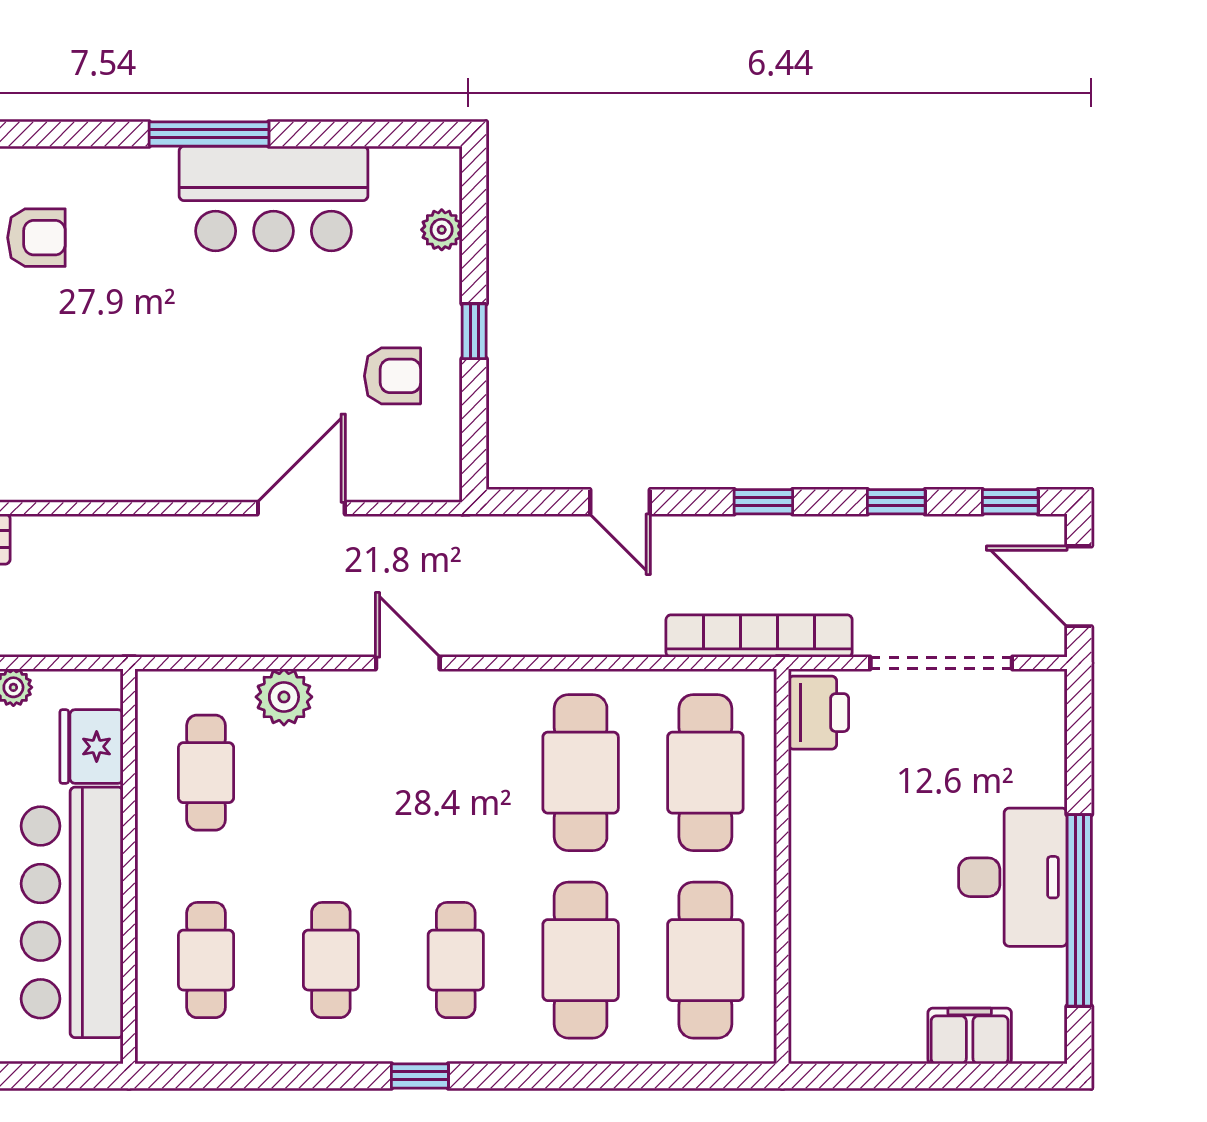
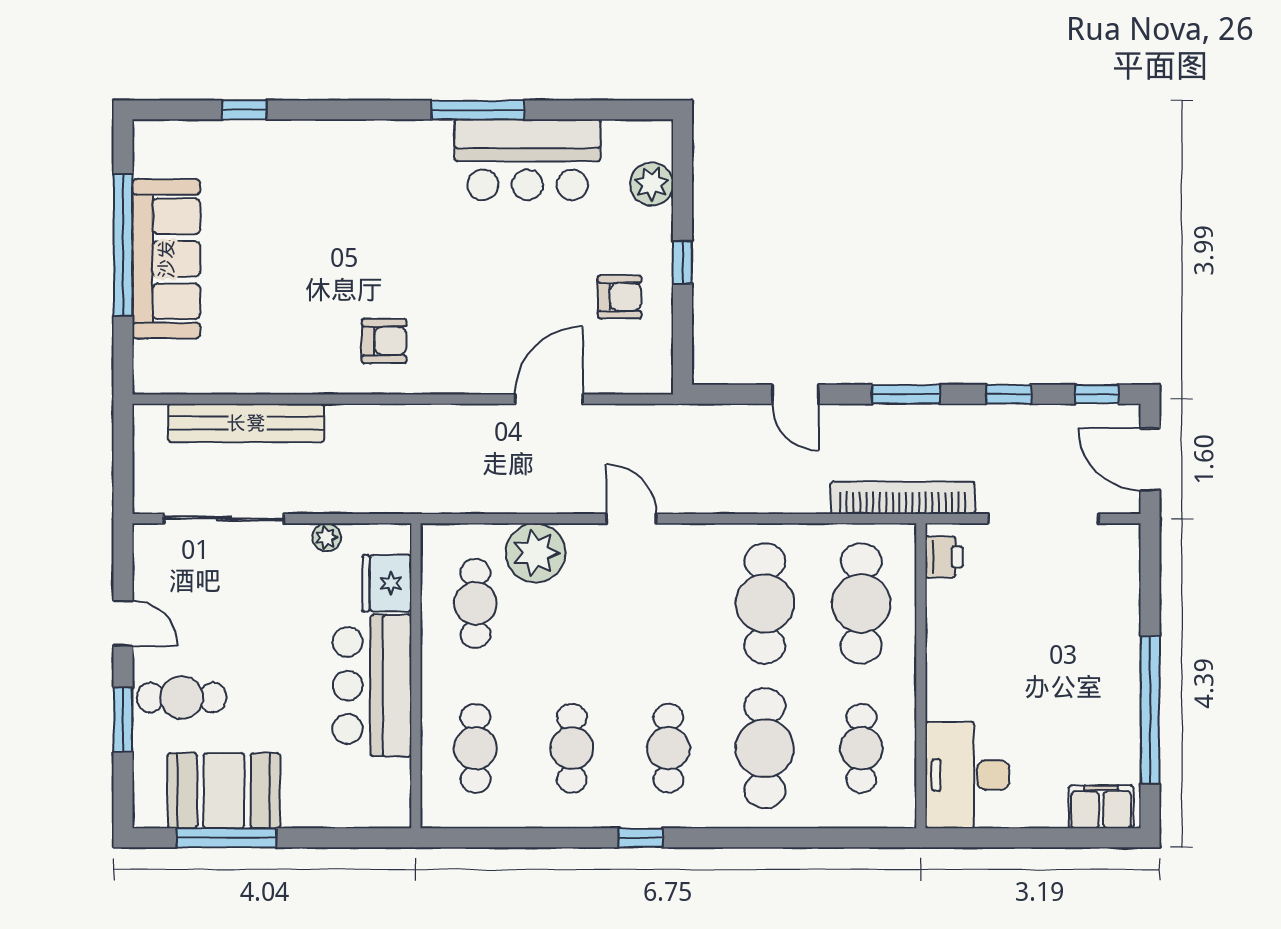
plant: (442, 230) -> (652, 184), width x1.38, depth x1.38
armchair: (36, 238) -> (384, 341), moved
window: (763, 502) -> (906, 394), width x1.50
plant: (284, 697) -> (536, 553), width x1.36, depth x1.36
printer: (818, 713) -> (944, 557), width x0.73, depth x0.81
desk: (1013, 877) -> (967, 775), moved, turned 180
bar counter: (72, 912) -> (372, 686), width x0.73
cafe table: (705, 960) -> (861, 748), width x0.73, depth x0.74
filing cabinet: (970, 1036) -> (1101, 807), moved

